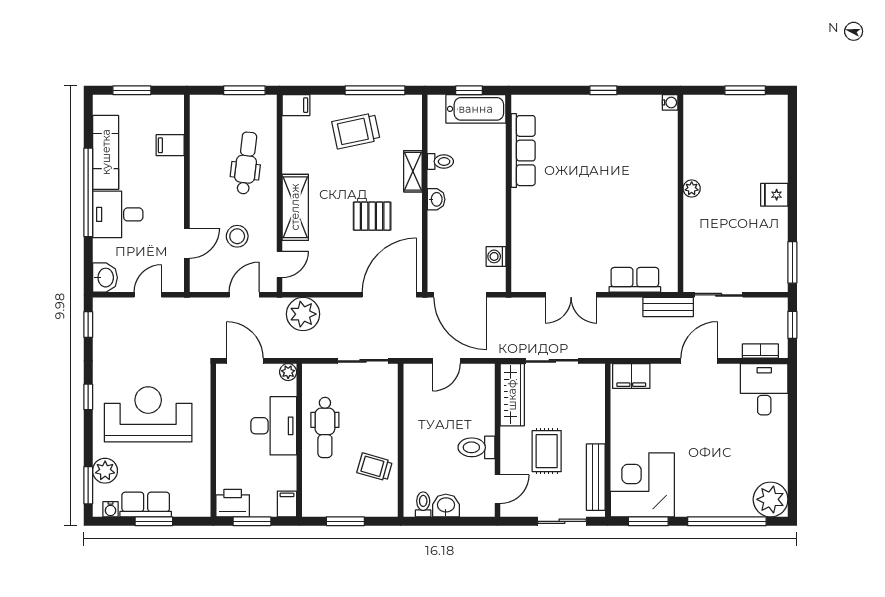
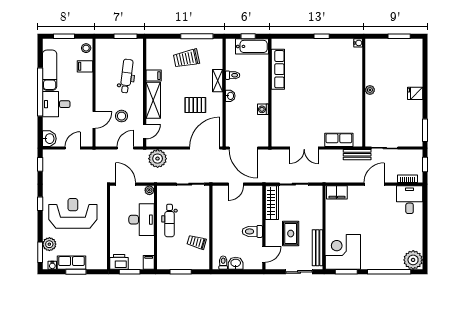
filing cabinet: (296, 105) -> (154, 76), moved
stool: (172, 112) -> (86, 48), added
washing machine: (496, 256) -> (263, 109), moved

